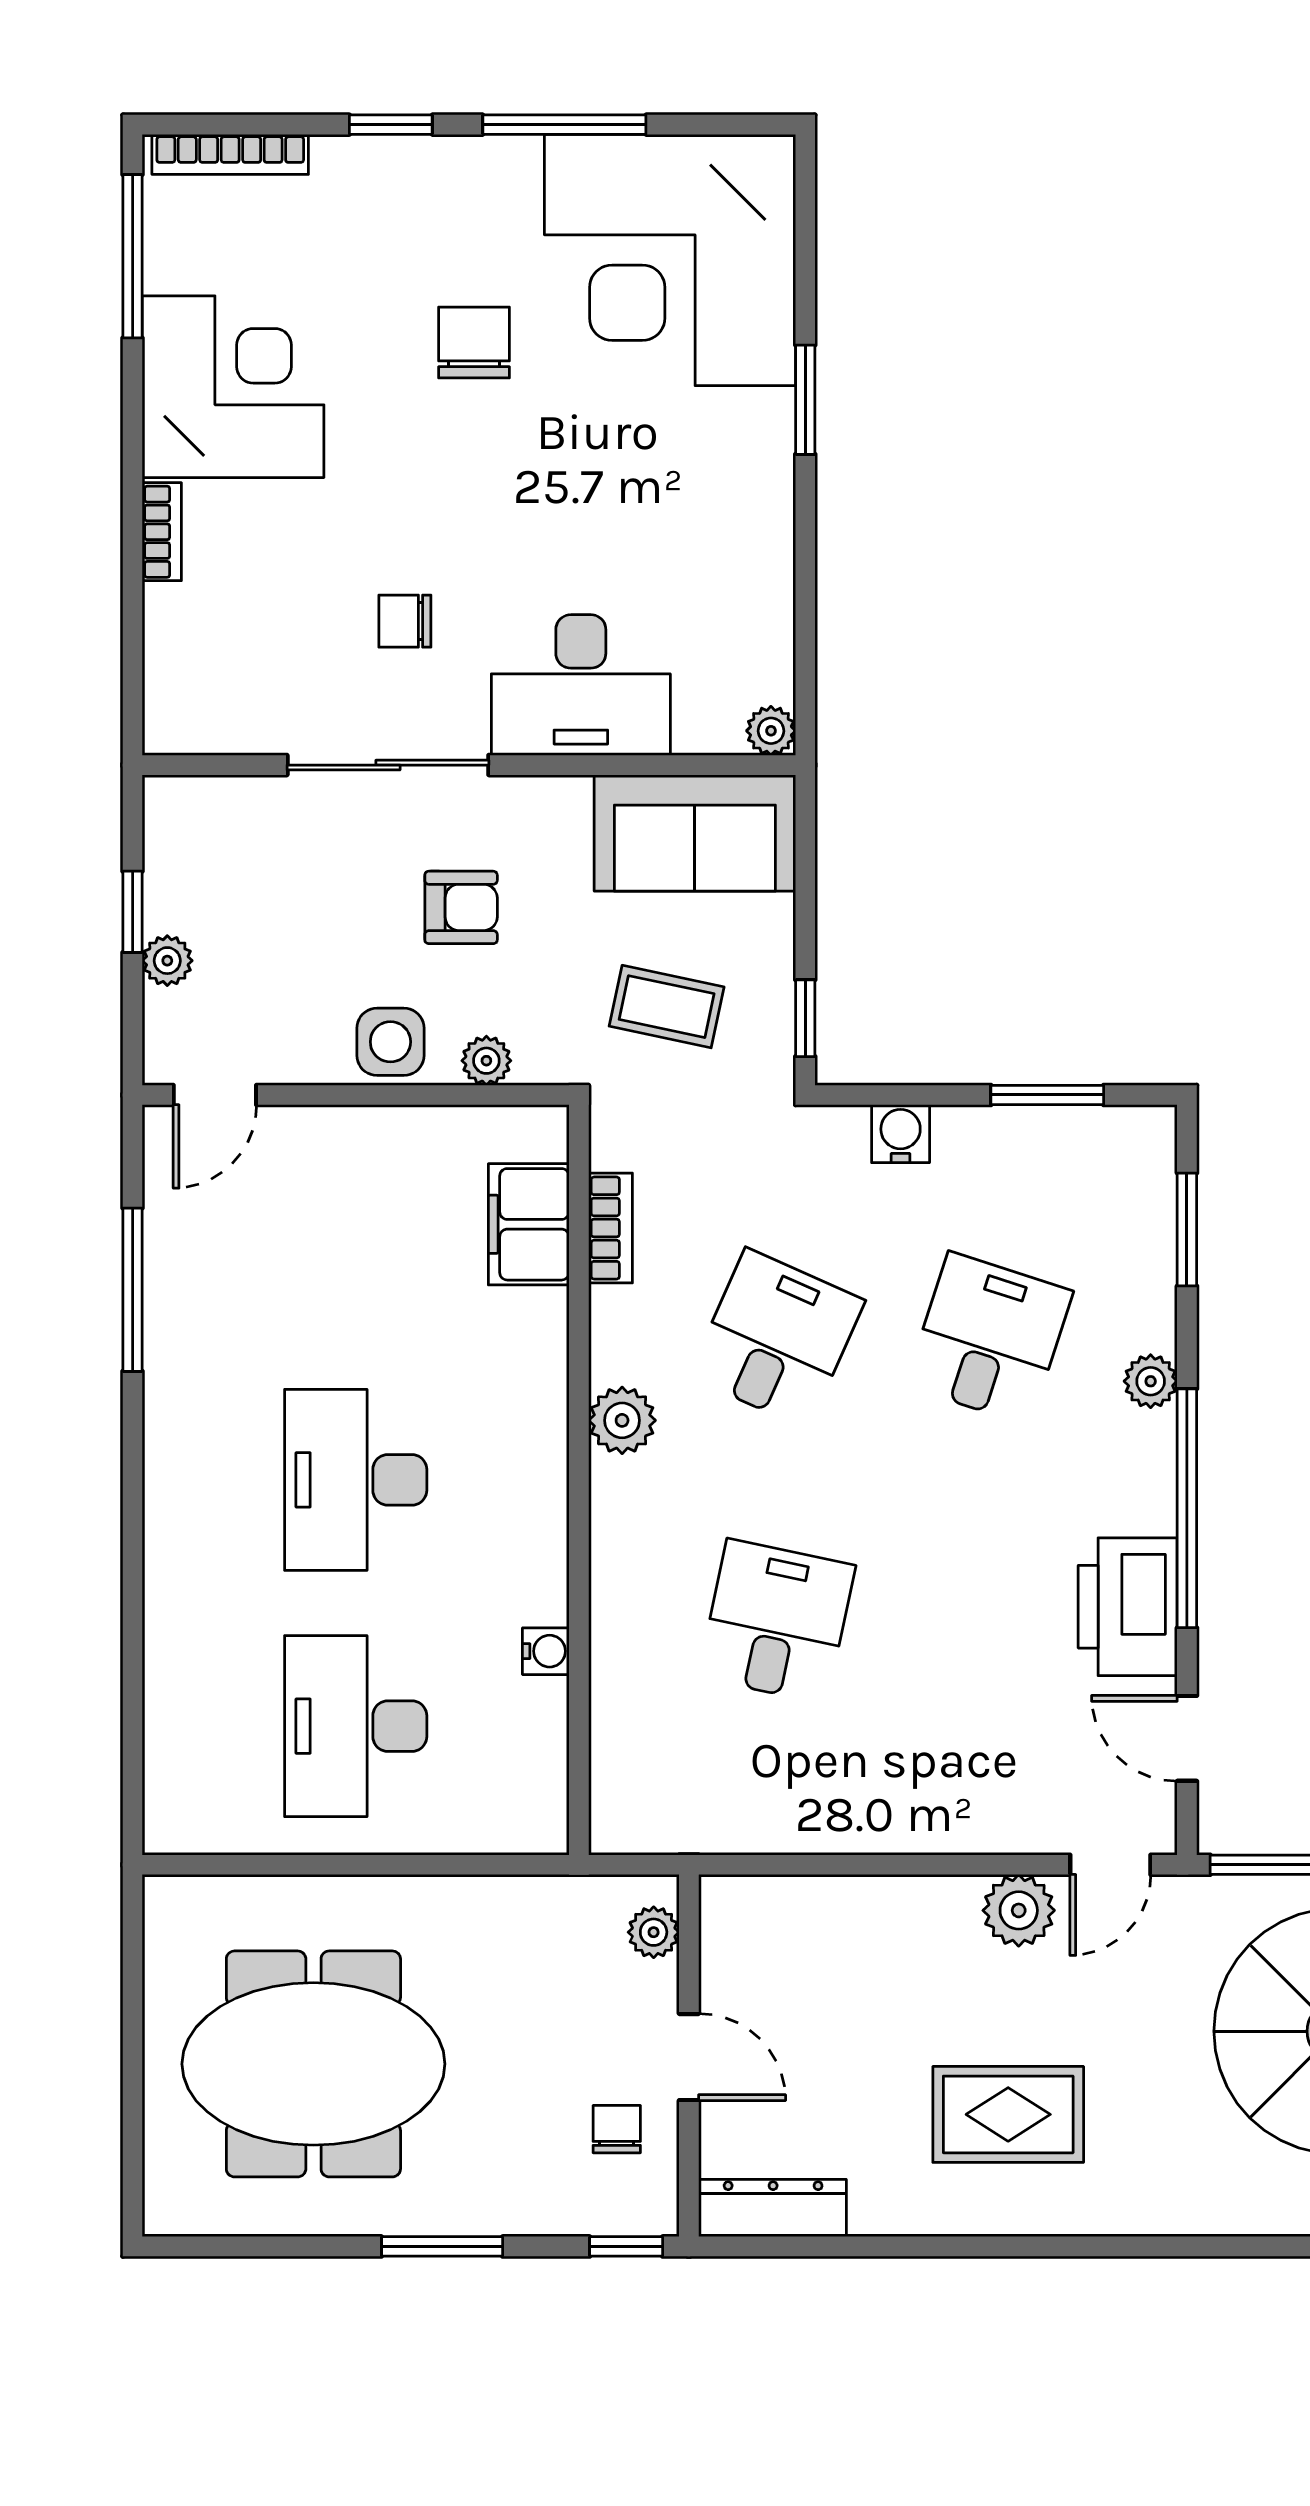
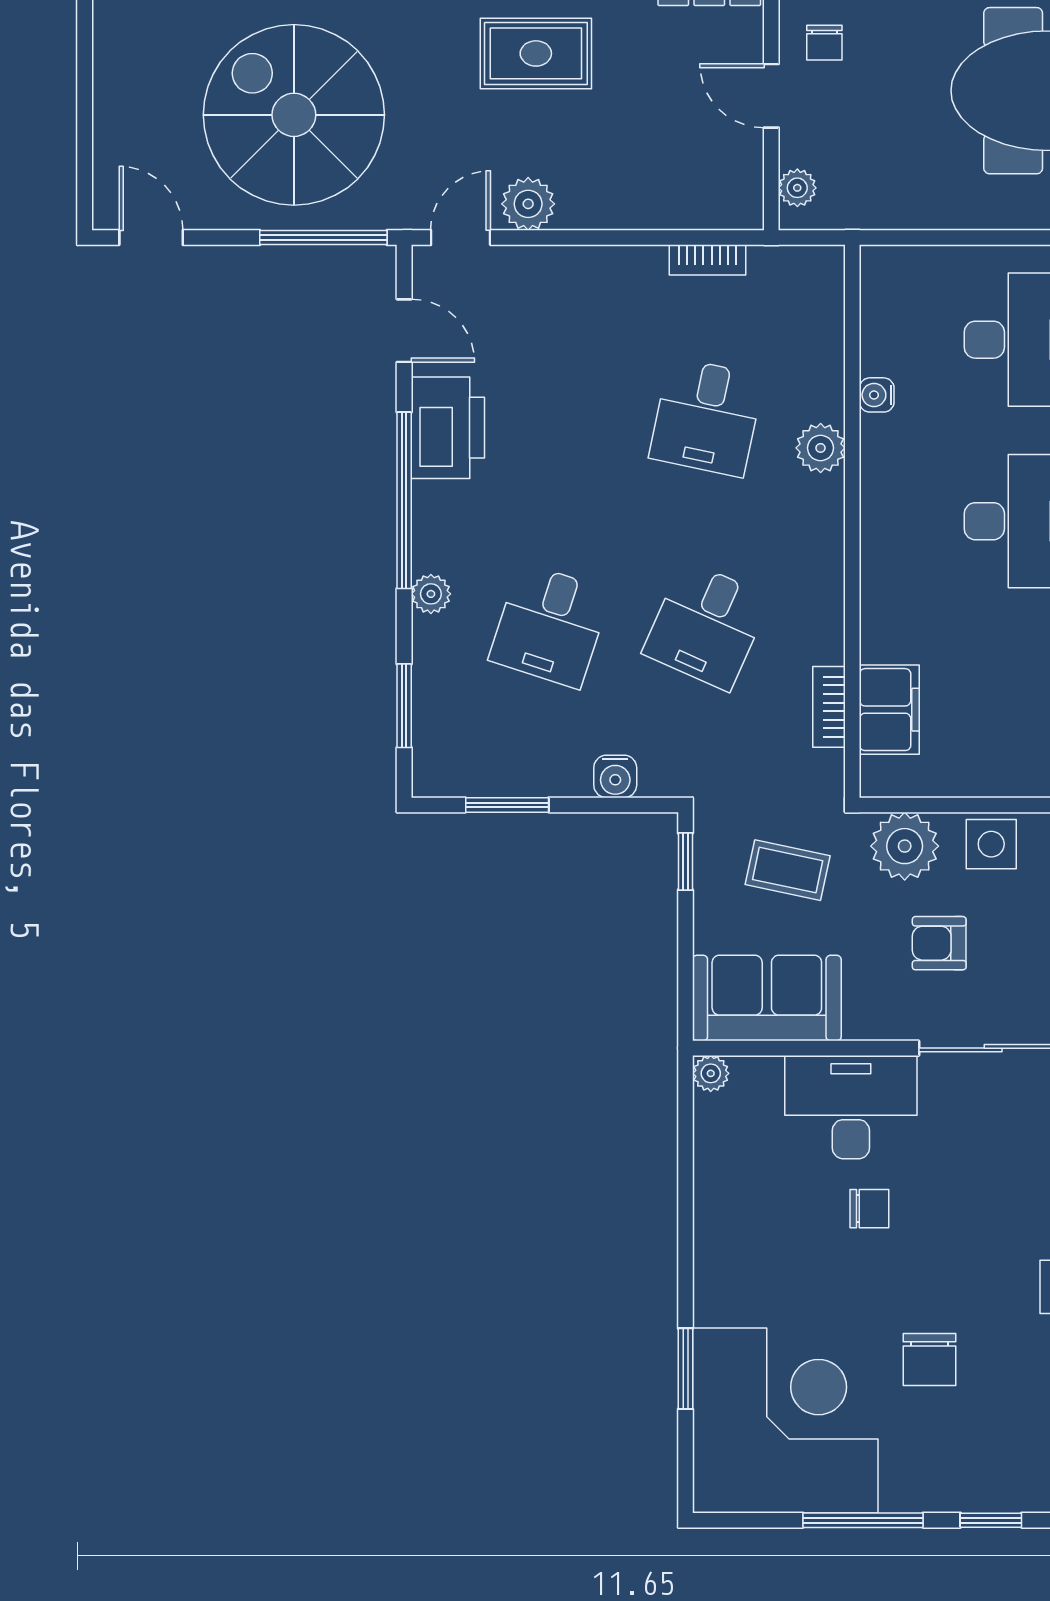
window: (805, 400) -> (685, 1369), moved
chair: (405, 621) -> (869, 1209), moved
plant: (486, 1061) -> (905, 846), width x1.87, depth x1.87
plant: (622, 1420) -> (821, 448), moved
bookcase: (775, 1834) -> (707, 260), added

